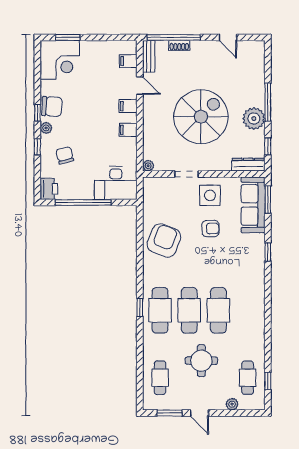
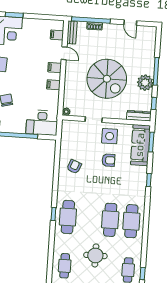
spiral stairs: (201, 117) -> (107, 79), turned 90
armchair: (164, 240) -> (74, 167), width x0.53, depth x0.53
cafe table: (189, 310) -> (131, 221), moved

